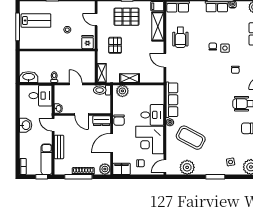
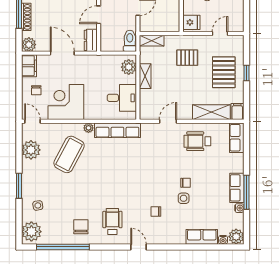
desk: (152, 115) -> (122, 98), moved, turned -90
chair: (119, 120) -> (91, 63), removed

